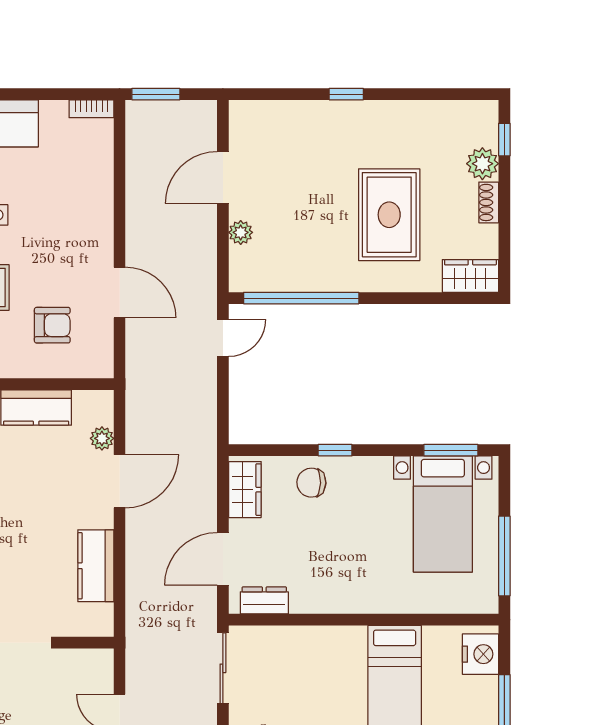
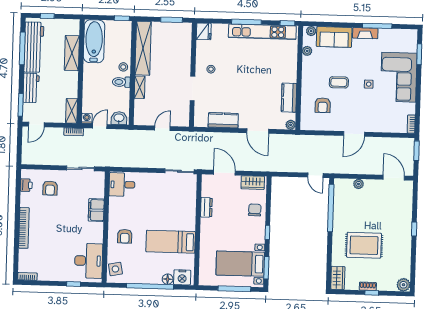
window: (504, 140) -> (372, 293), moved
plant: (482, 164) -> (403, 285), moved
door: (223, 177) -> (394, 178), moved
door: (120, 292) -> (354, 134), moved
plant: (102, 438) -> (291, 125), moved
window: (335, 450) -> (267, 232), moved
window: (504, 556) -> (234, 289), moved
dresser: (264, 600) -> (206, 207), moved
floor lamp: (486, 689) -> (168, 279), added

